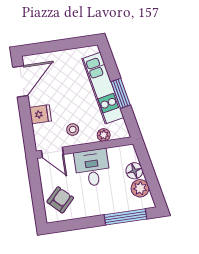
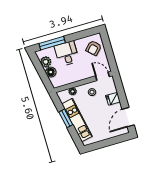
desk: (92, 168) -> (67, 54), moved, turned 180

